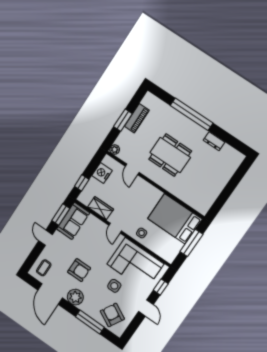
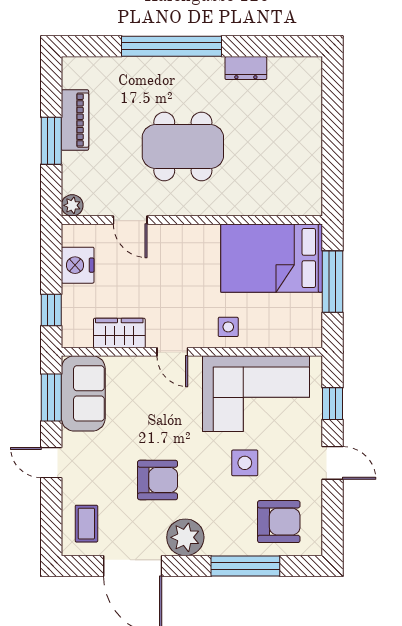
armchair: (112, 315) -> (279, 522), turned 152

